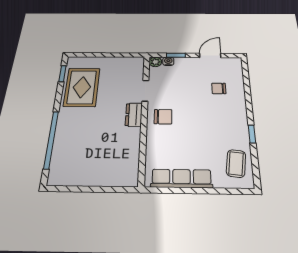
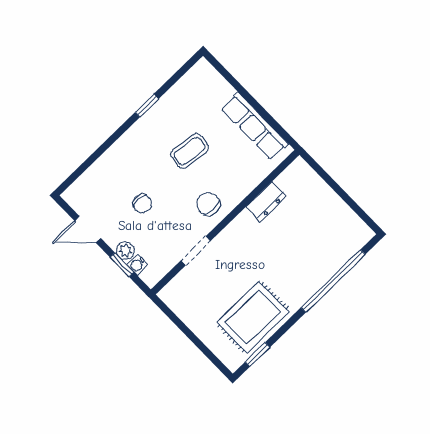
plant: (155, 62) -> (125, 251), moved
chair: (219, 88) -> (142, 204), moved
dresser: (134, 115) -> (266, 201), moved
coffee table: (236, 163) -> (189, 151), moved

